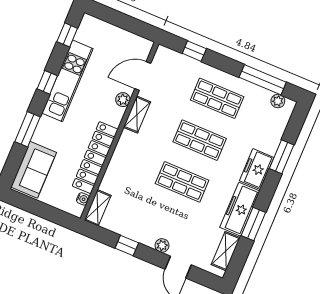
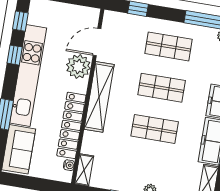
kitchen unit: (67, 81) -> (28, 75), width x1.36
window: (47, 82) -> (15, 55), moved
plant: (123, 100) -> (78, 67), width x1.88, depth x1.88
shelving: (137, 115) -> (99, 97), width x2.20, depth x1.33

